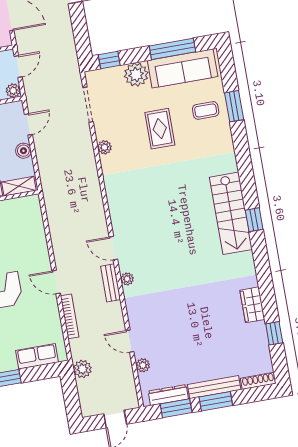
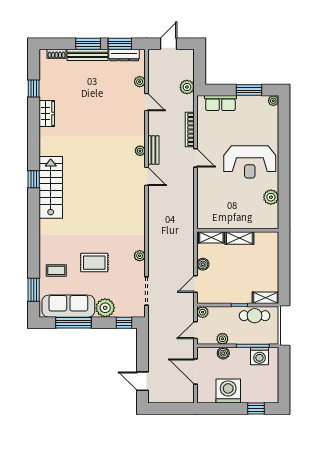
window: (234, 106) -> (34, 290), moved
rug: (160, 129) -> (94, 263), turned 90
shoe rack: (258, 381) -> (57, 54), width x0.70

